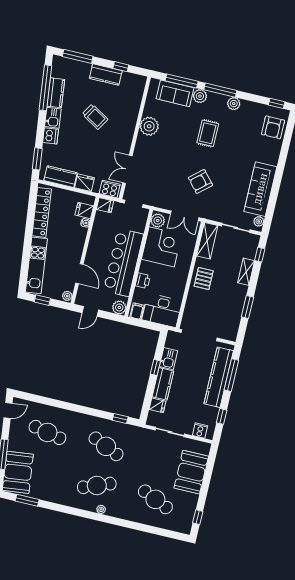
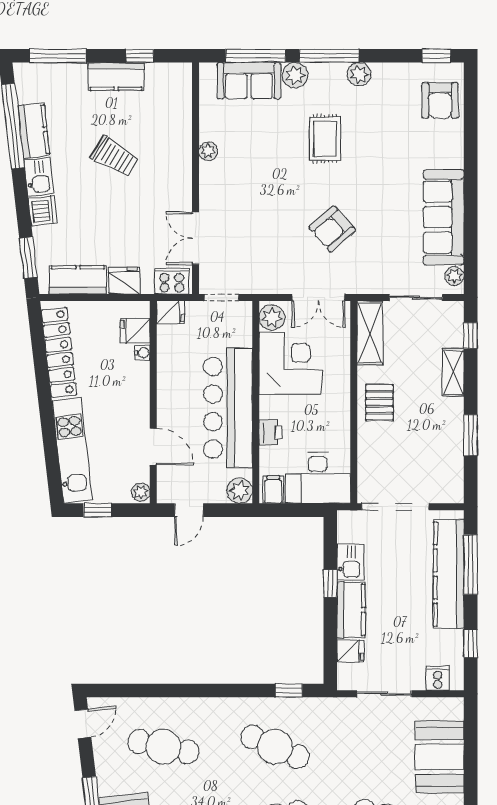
plant: (149, 126) -> (208, 151), width x0.53, depth x0.53

